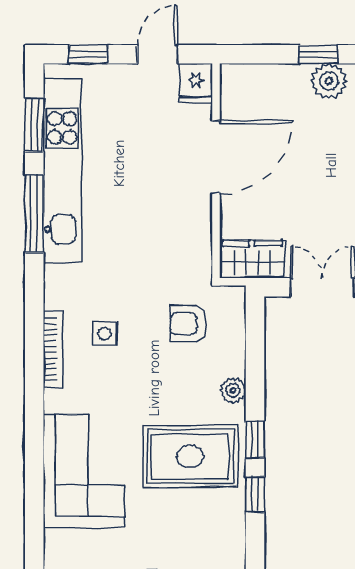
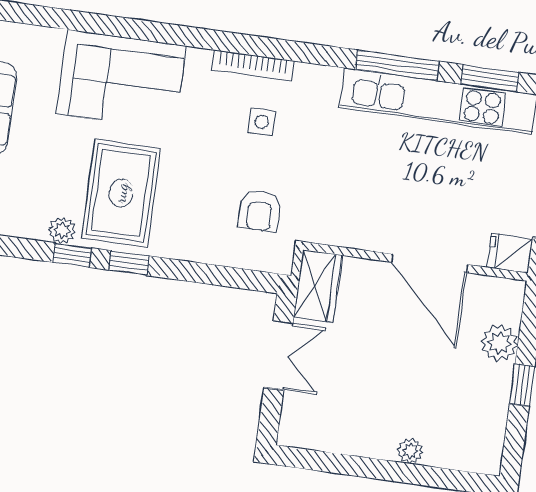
plant: (329, 81) -> (500, 343), moved
armchair: (189, 324) -> (260, 211), turned 180
plant: (233, 391) -> (62, 230), moved

